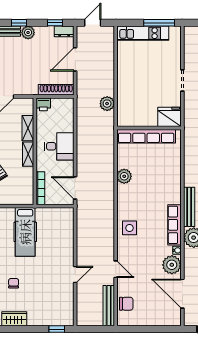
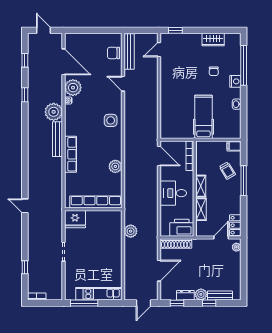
dresser: (64, 31) -> (185, 295), moved
printer: (43, 104) -> (182, 228), width x1.87, depth x1.48
row of seats: (175, 225) -> (71, 154), moved
door: (75, 275) -> (159, 50), moved

